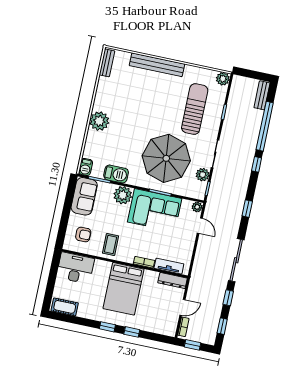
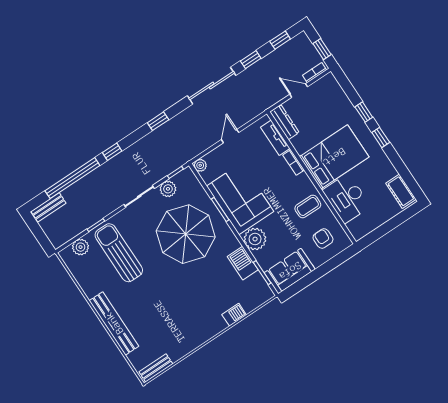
plant: (223, 79) -> (80, 247), moved
sun lounger: (195, 109) -> (119, 253), turned 90
plant: (99, 121) -> (212, 324), removed
barbecue: (86, 167) -> (234, 315), moved
door: (200, 226) -> (230, 136), moved
desk: (75, 268) -> (347, 198), moved

